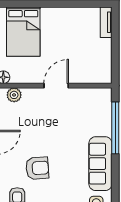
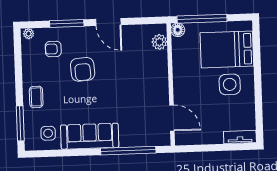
side table: (56, 30) -> (230, 84), added
door: (56, 86) -> (172, 118), moved

